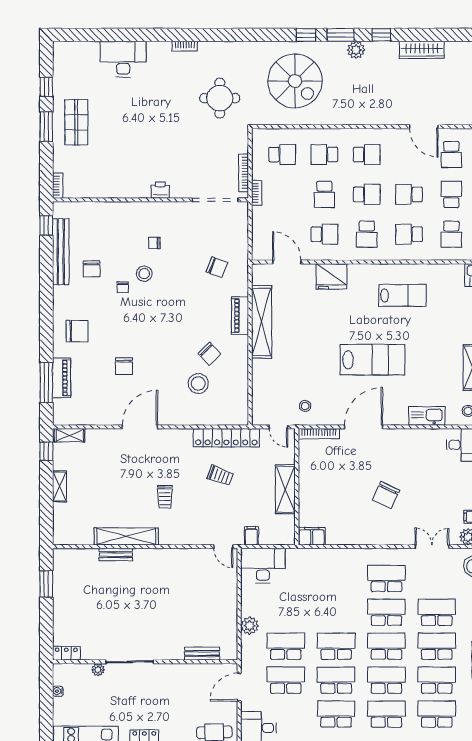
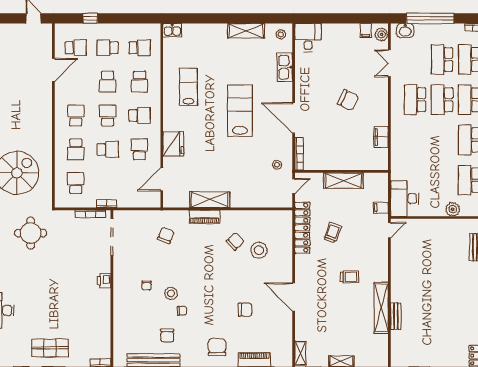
chair: (92, 269) -> (167, 336), turned 90
shelving: (262, 322) -> (210, 200), width x0.68
filing cabinet: (312, 536) -> (381, 137), moved

